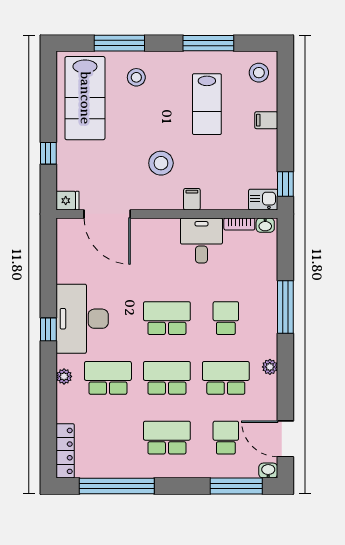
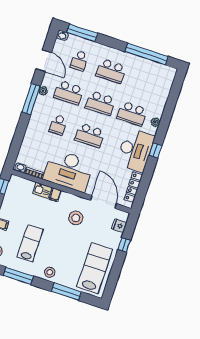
stool: (136, 77) -> (50, 272), moved
stool: (161, 163) -> (76, 218), moved
kitchen sink: (263, 200) -> (42, 190), moved
fridge: (68, 201) -> (119, 226), moved
desk: (201, 240) -> (68, 171), width x1.87, depth x1.30
window: (285, 307) -> (31, 99), moved
door: (285, 439) -> (44, 61), moved
locker: (65, 451) -> (133, 187), moved

